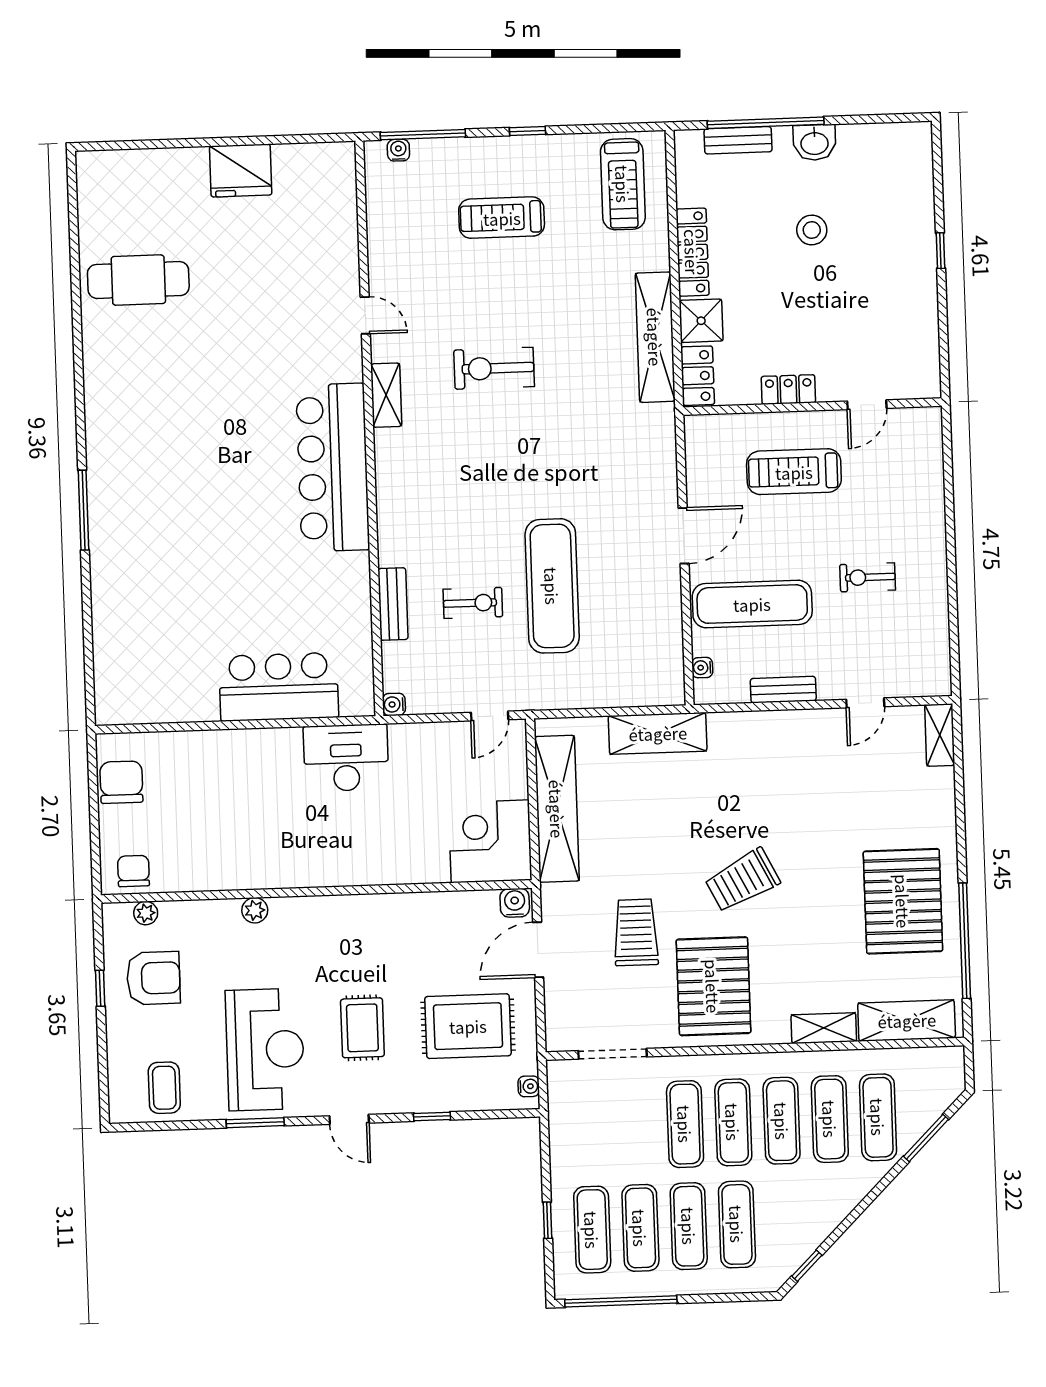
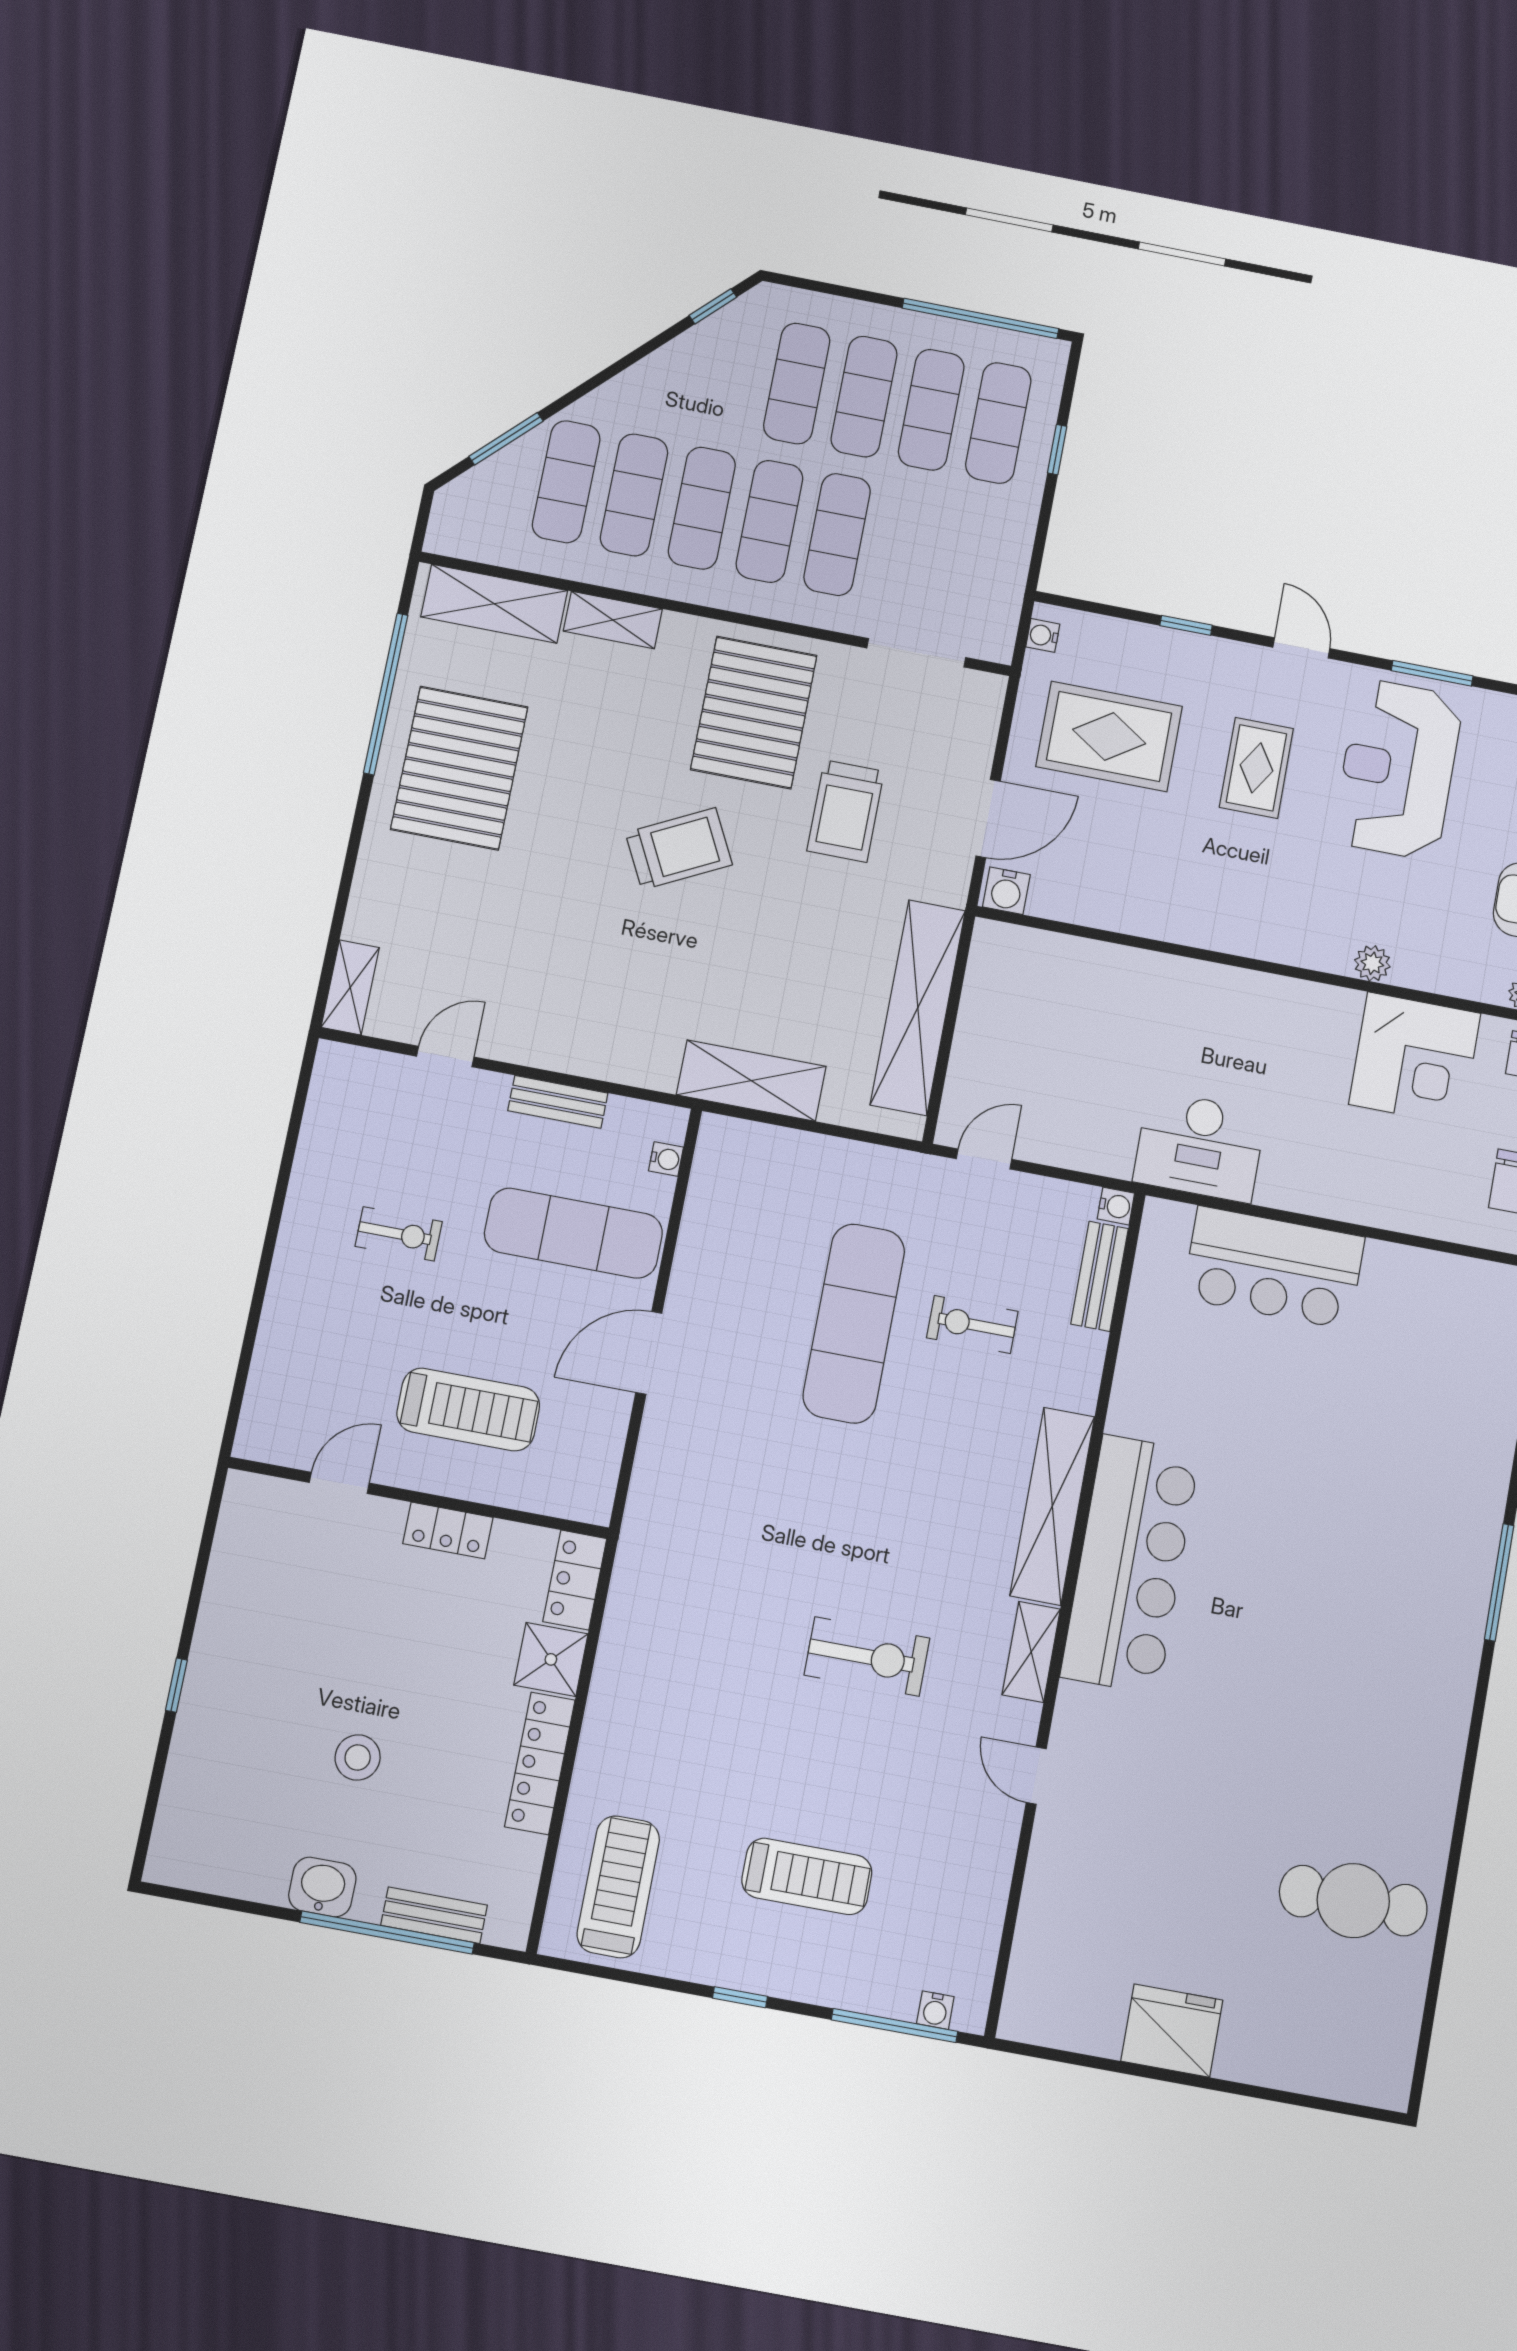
shelving: (655, 337) -> (1052, 1506), moved
bench: (393, 604) -> (1100, 1276), moved
corner desk: (490, 841) -> (1415, 1059), moved

